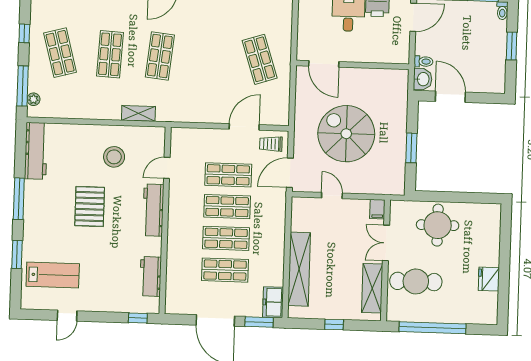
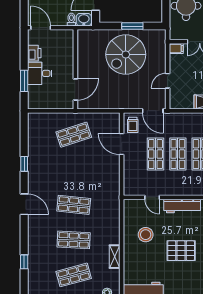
shelving: (138, 113) -> (115, 257), moved
spiral stairs: (346, 134) -> (126, 54), moved

